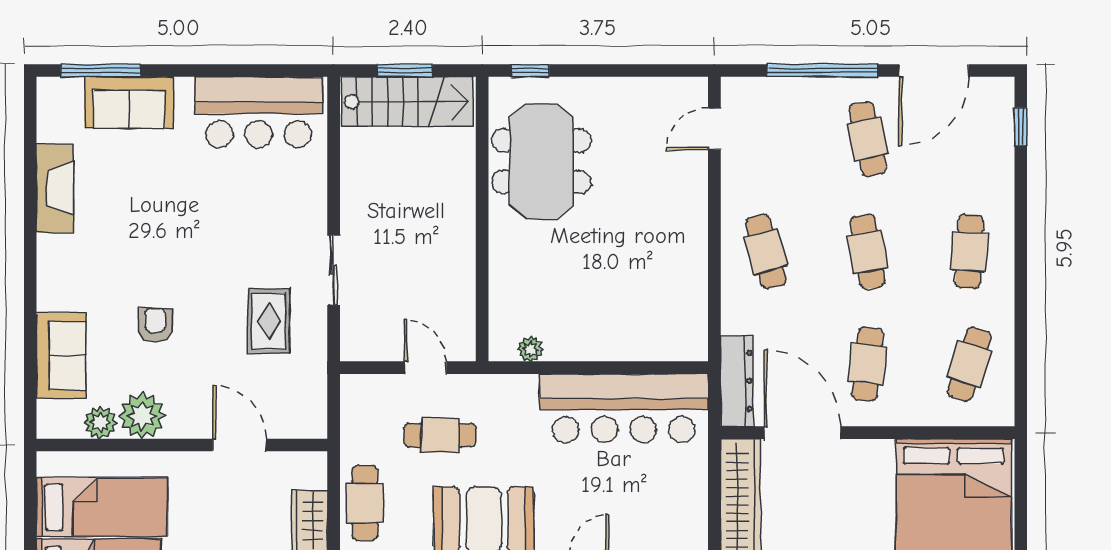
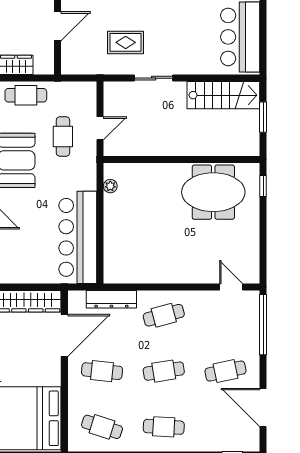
window: (822, 70) -> (263, 325), moved
stairs: (407, 102) -> (223, 95), moved, turned -90
dresser: (737, 381) -> (111, 299), moved

